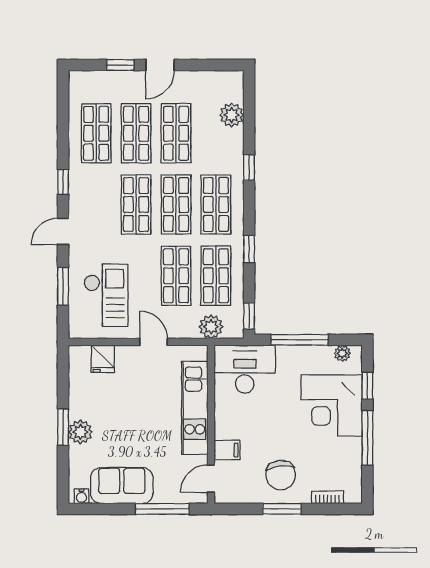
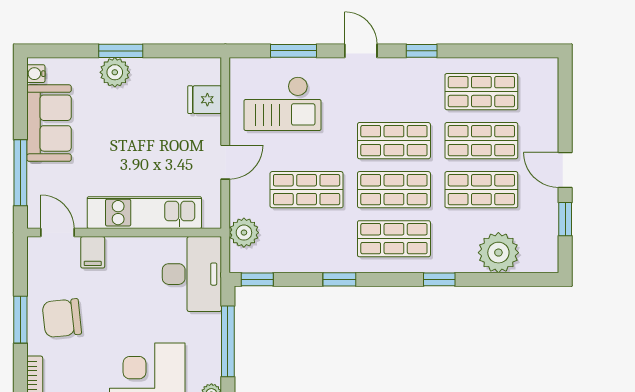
window: (120, 65) -> (565, 219), moved
plant: (232, 115) -> (498, 253), width x1.36, depth x1.36
shop shelf: (216, 276) -> (307, 239), removed

